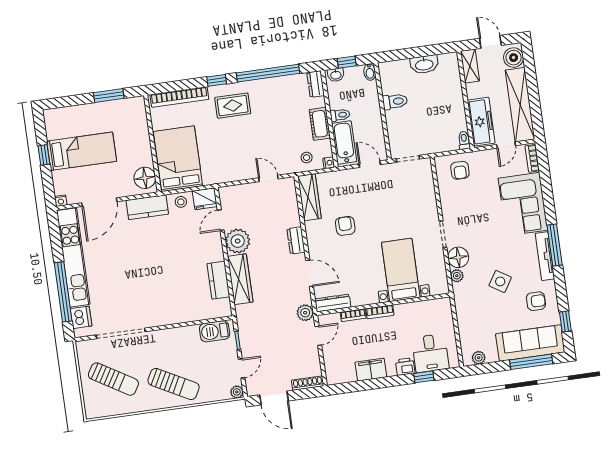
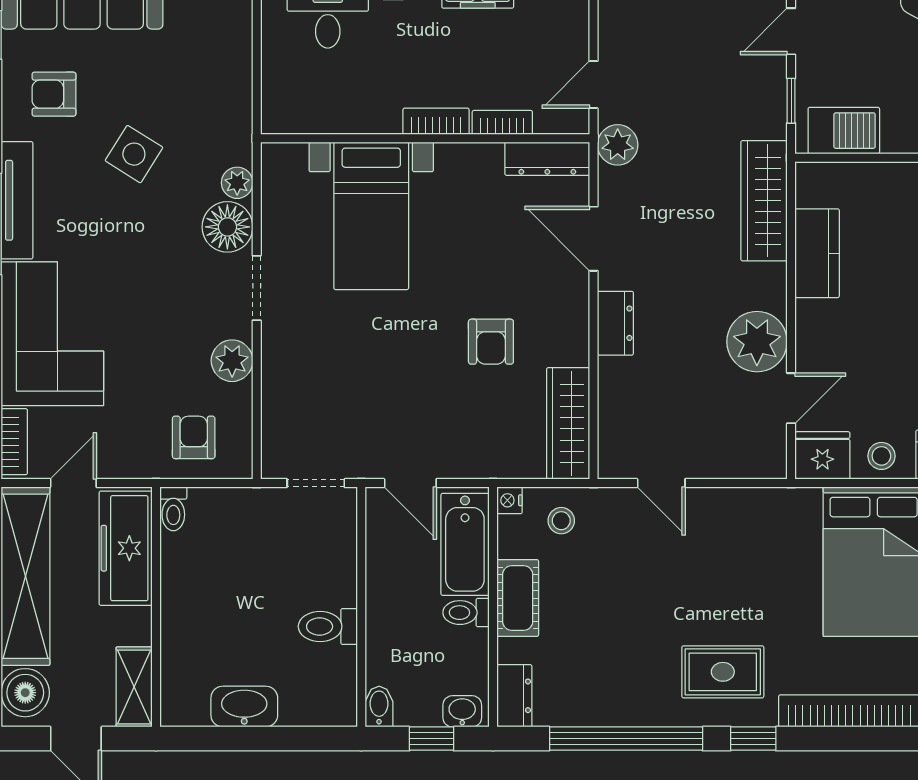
plant: (449, 203) -> (232, 361), added
wardrobe: (240, 279) -> (764, 201), moved

